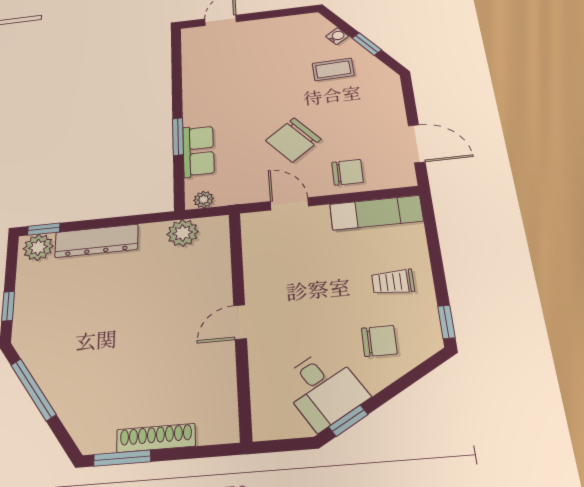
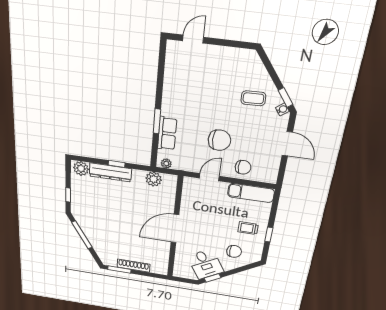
water cooler: (337, 36) -> (282, 109), moved
window: (367, 44) -> (286, 97), moved
chair: (293, 140) -> (219, 140), turned -141
door: (417, 144) -> (287, 144), moved
door: (289, 204) -> (209, 177), hinge flipped
window: (44, 229) -> (117, 164), moved
door: (240, 322) -> (175, 229), width x1.87
window: (446, 322) -> (269, 235), moved

